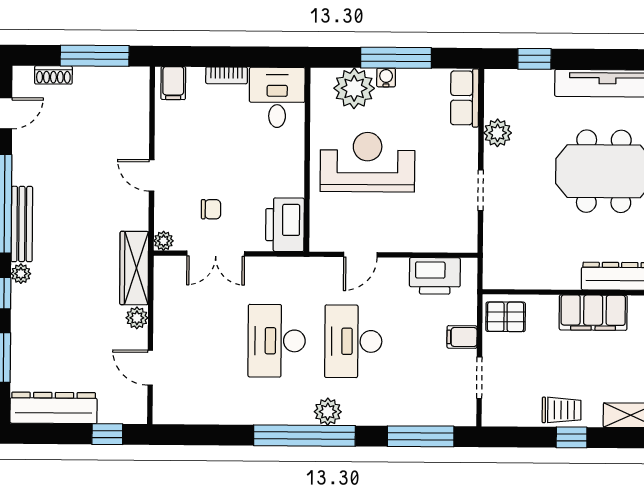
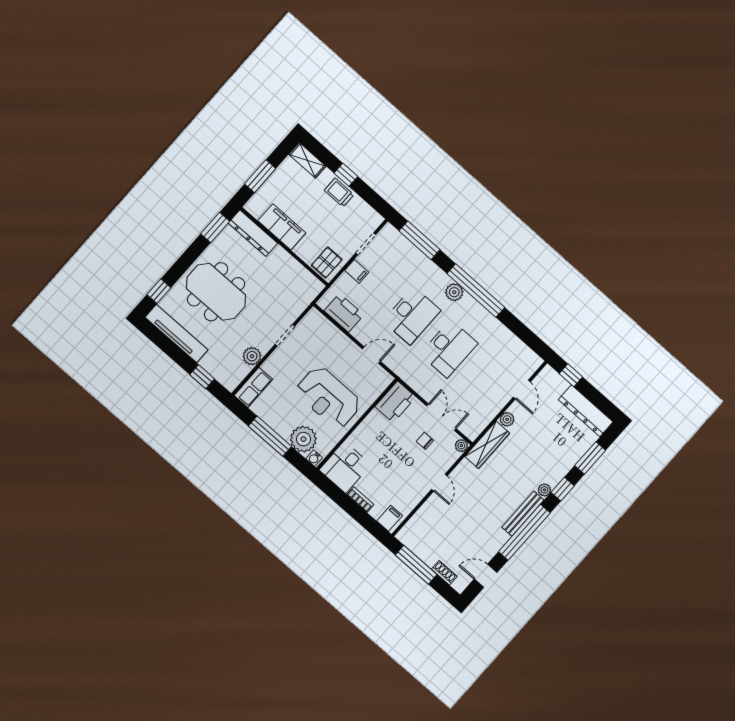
water cooler: (386, 77) -> (314, 458), moved
pallet: (506, 317) -> (327, 262), turned 90

